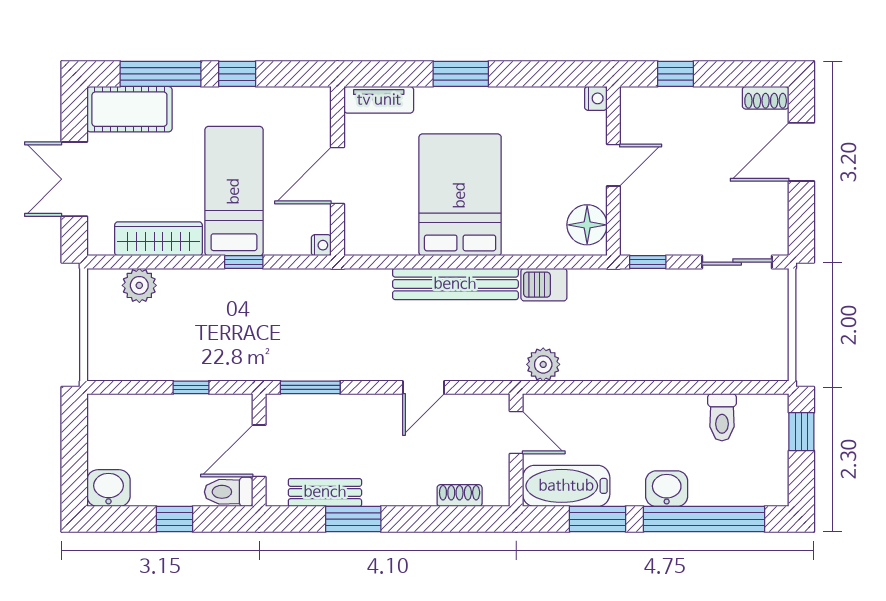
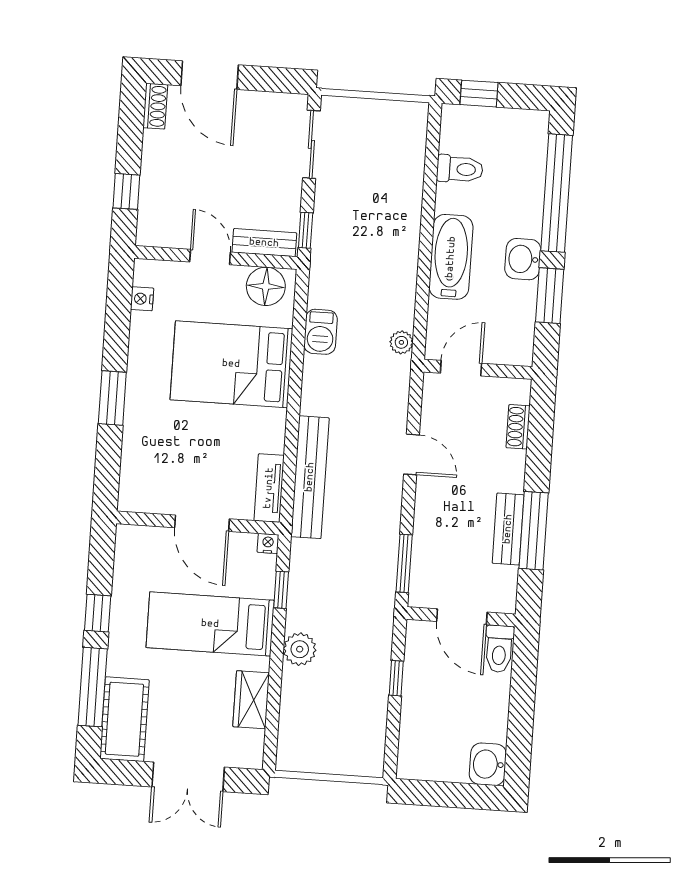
nightstand: (596, 98) -> (142, 299), moved, turned -90
tv unit: (379, 100) -> (269, 488), moved, turned 180
bed: (460, 195) -> (231, 364), moved
bench: (632, 220) -> (264, 243), added
wardrobe: (158, 239) -> (251, 700), width x0.67
window: (244, 262) -> (281, 590), moved
bench: (455, 284) -> (310, 477), moved
plant: (139, 285) -> (300, 649), moved
plant: (543, 364) -> (401, 342), width x0.73, depth x0.73
bathtub: (566, 486) -> (451, 257), moved, turned 180
washbasin: (667, 489) -> (523, 259), moved
bench: (325, 492) -> (508, 529), moved
window: (174, 519) -> (522, 703), removed
window: (353, 519) -> (534, 531), width x1.44

